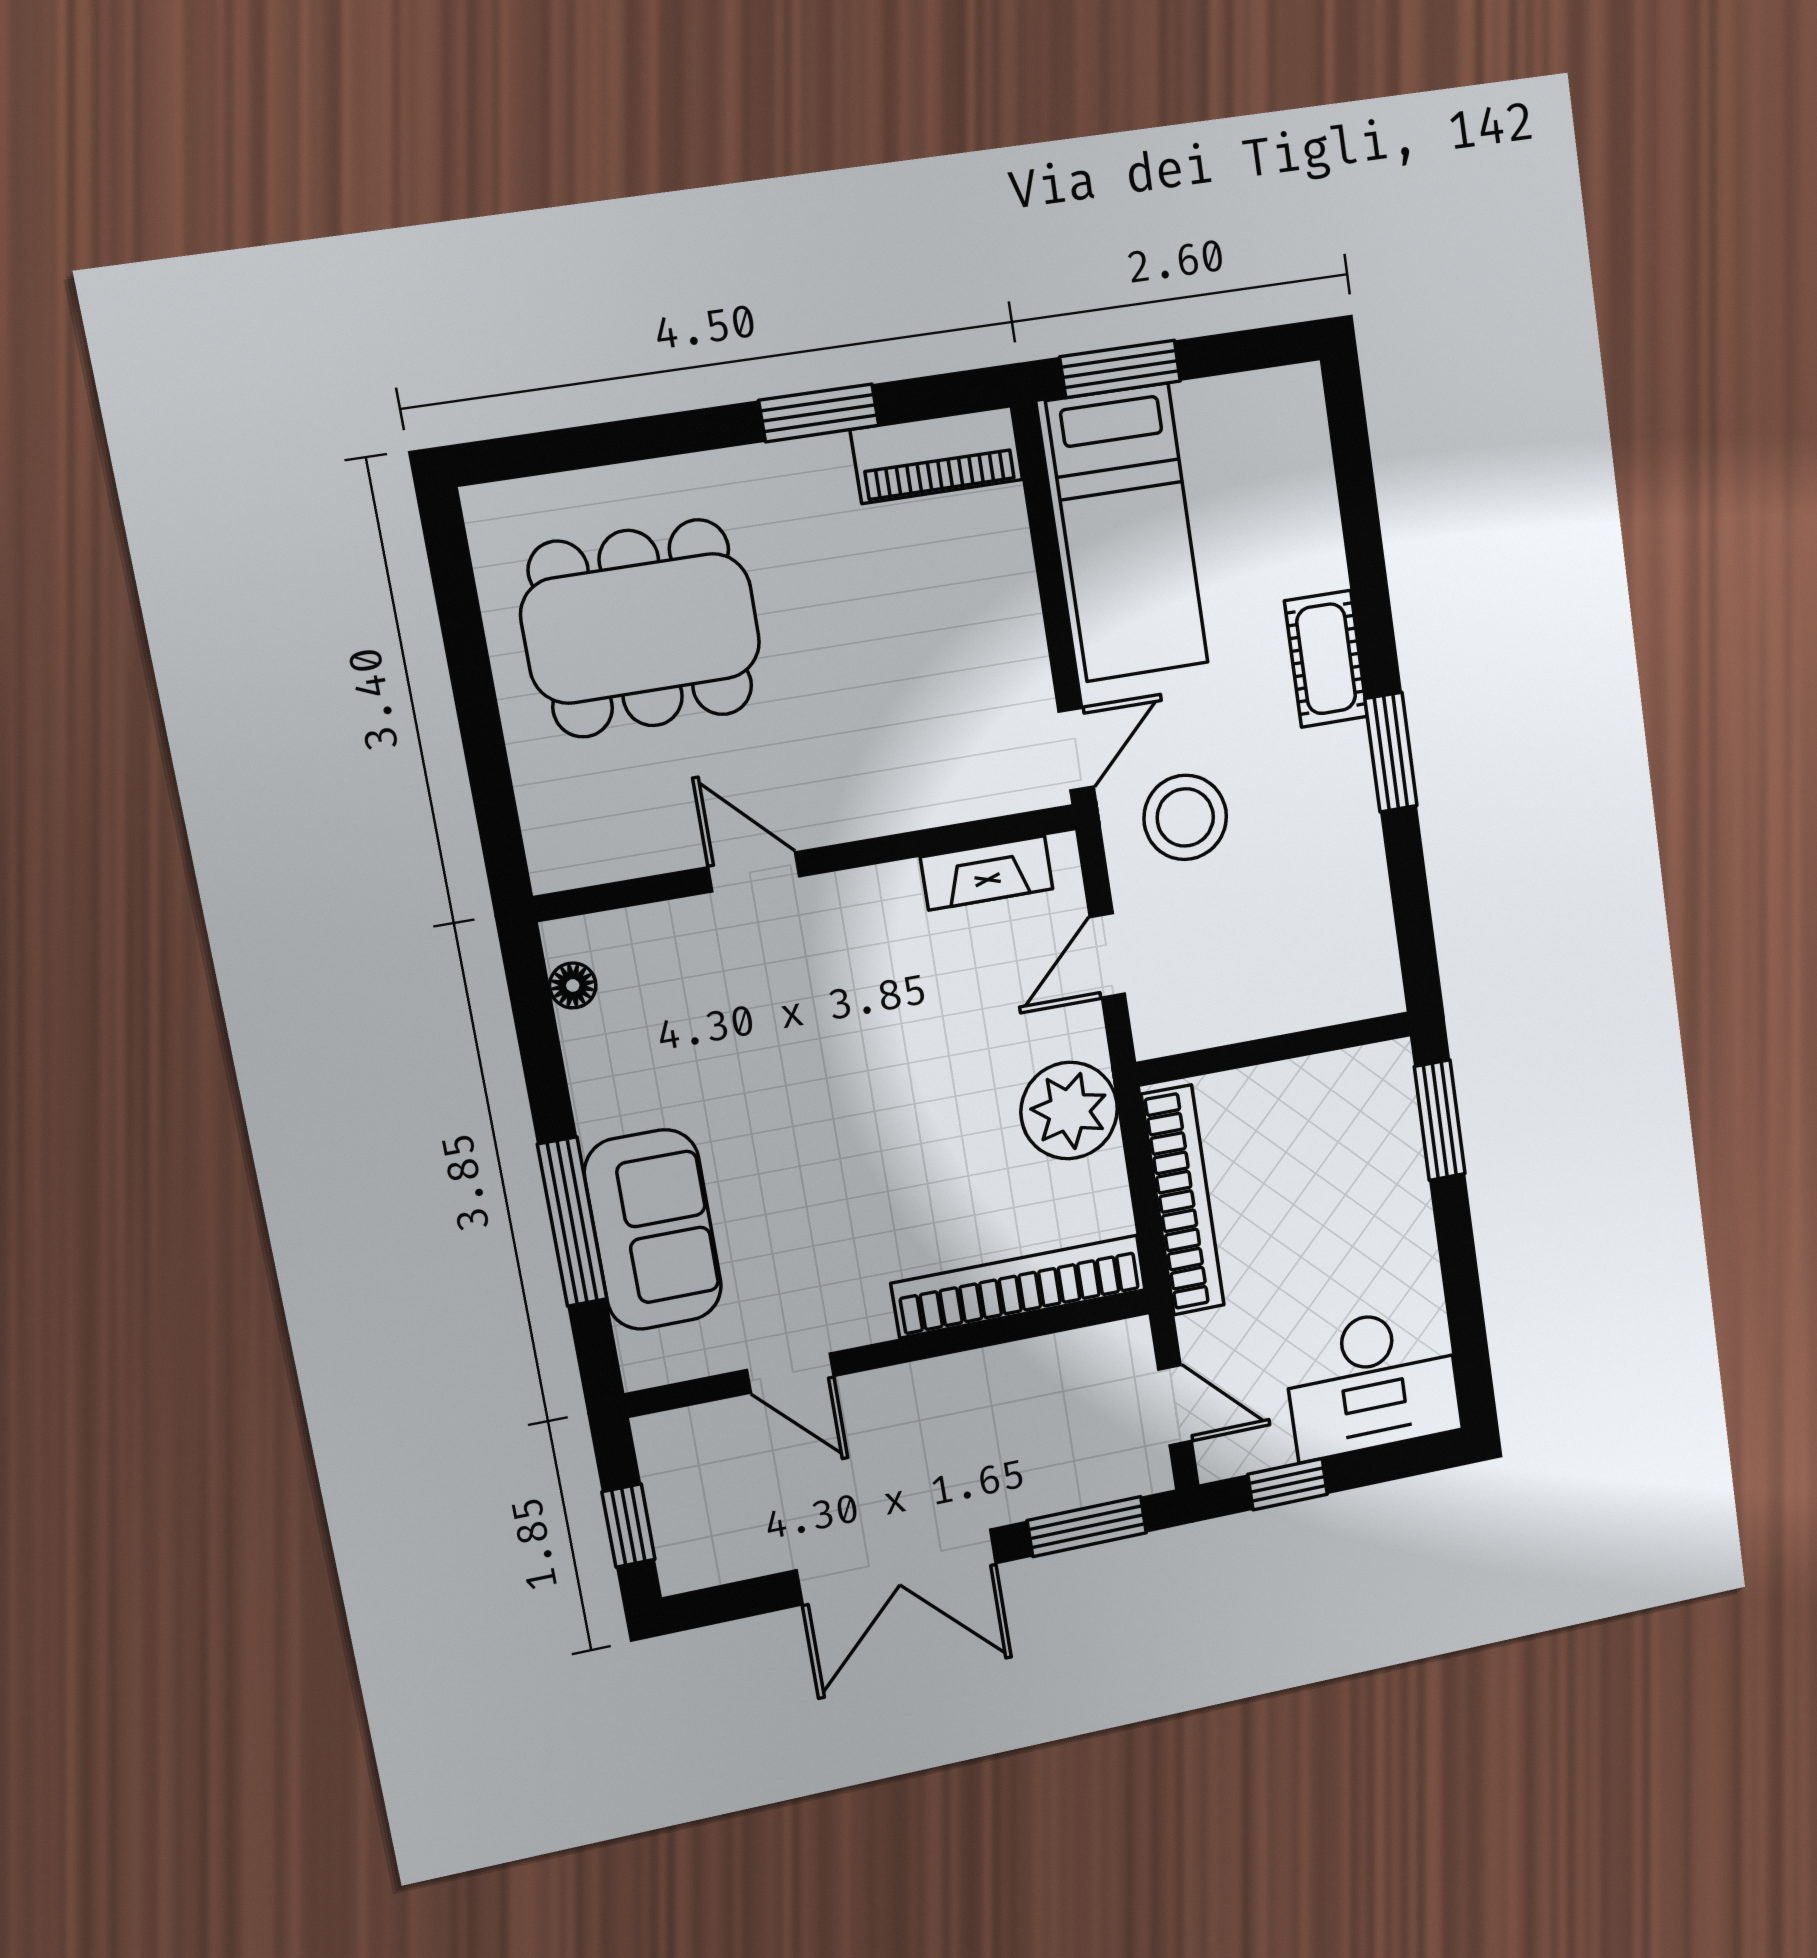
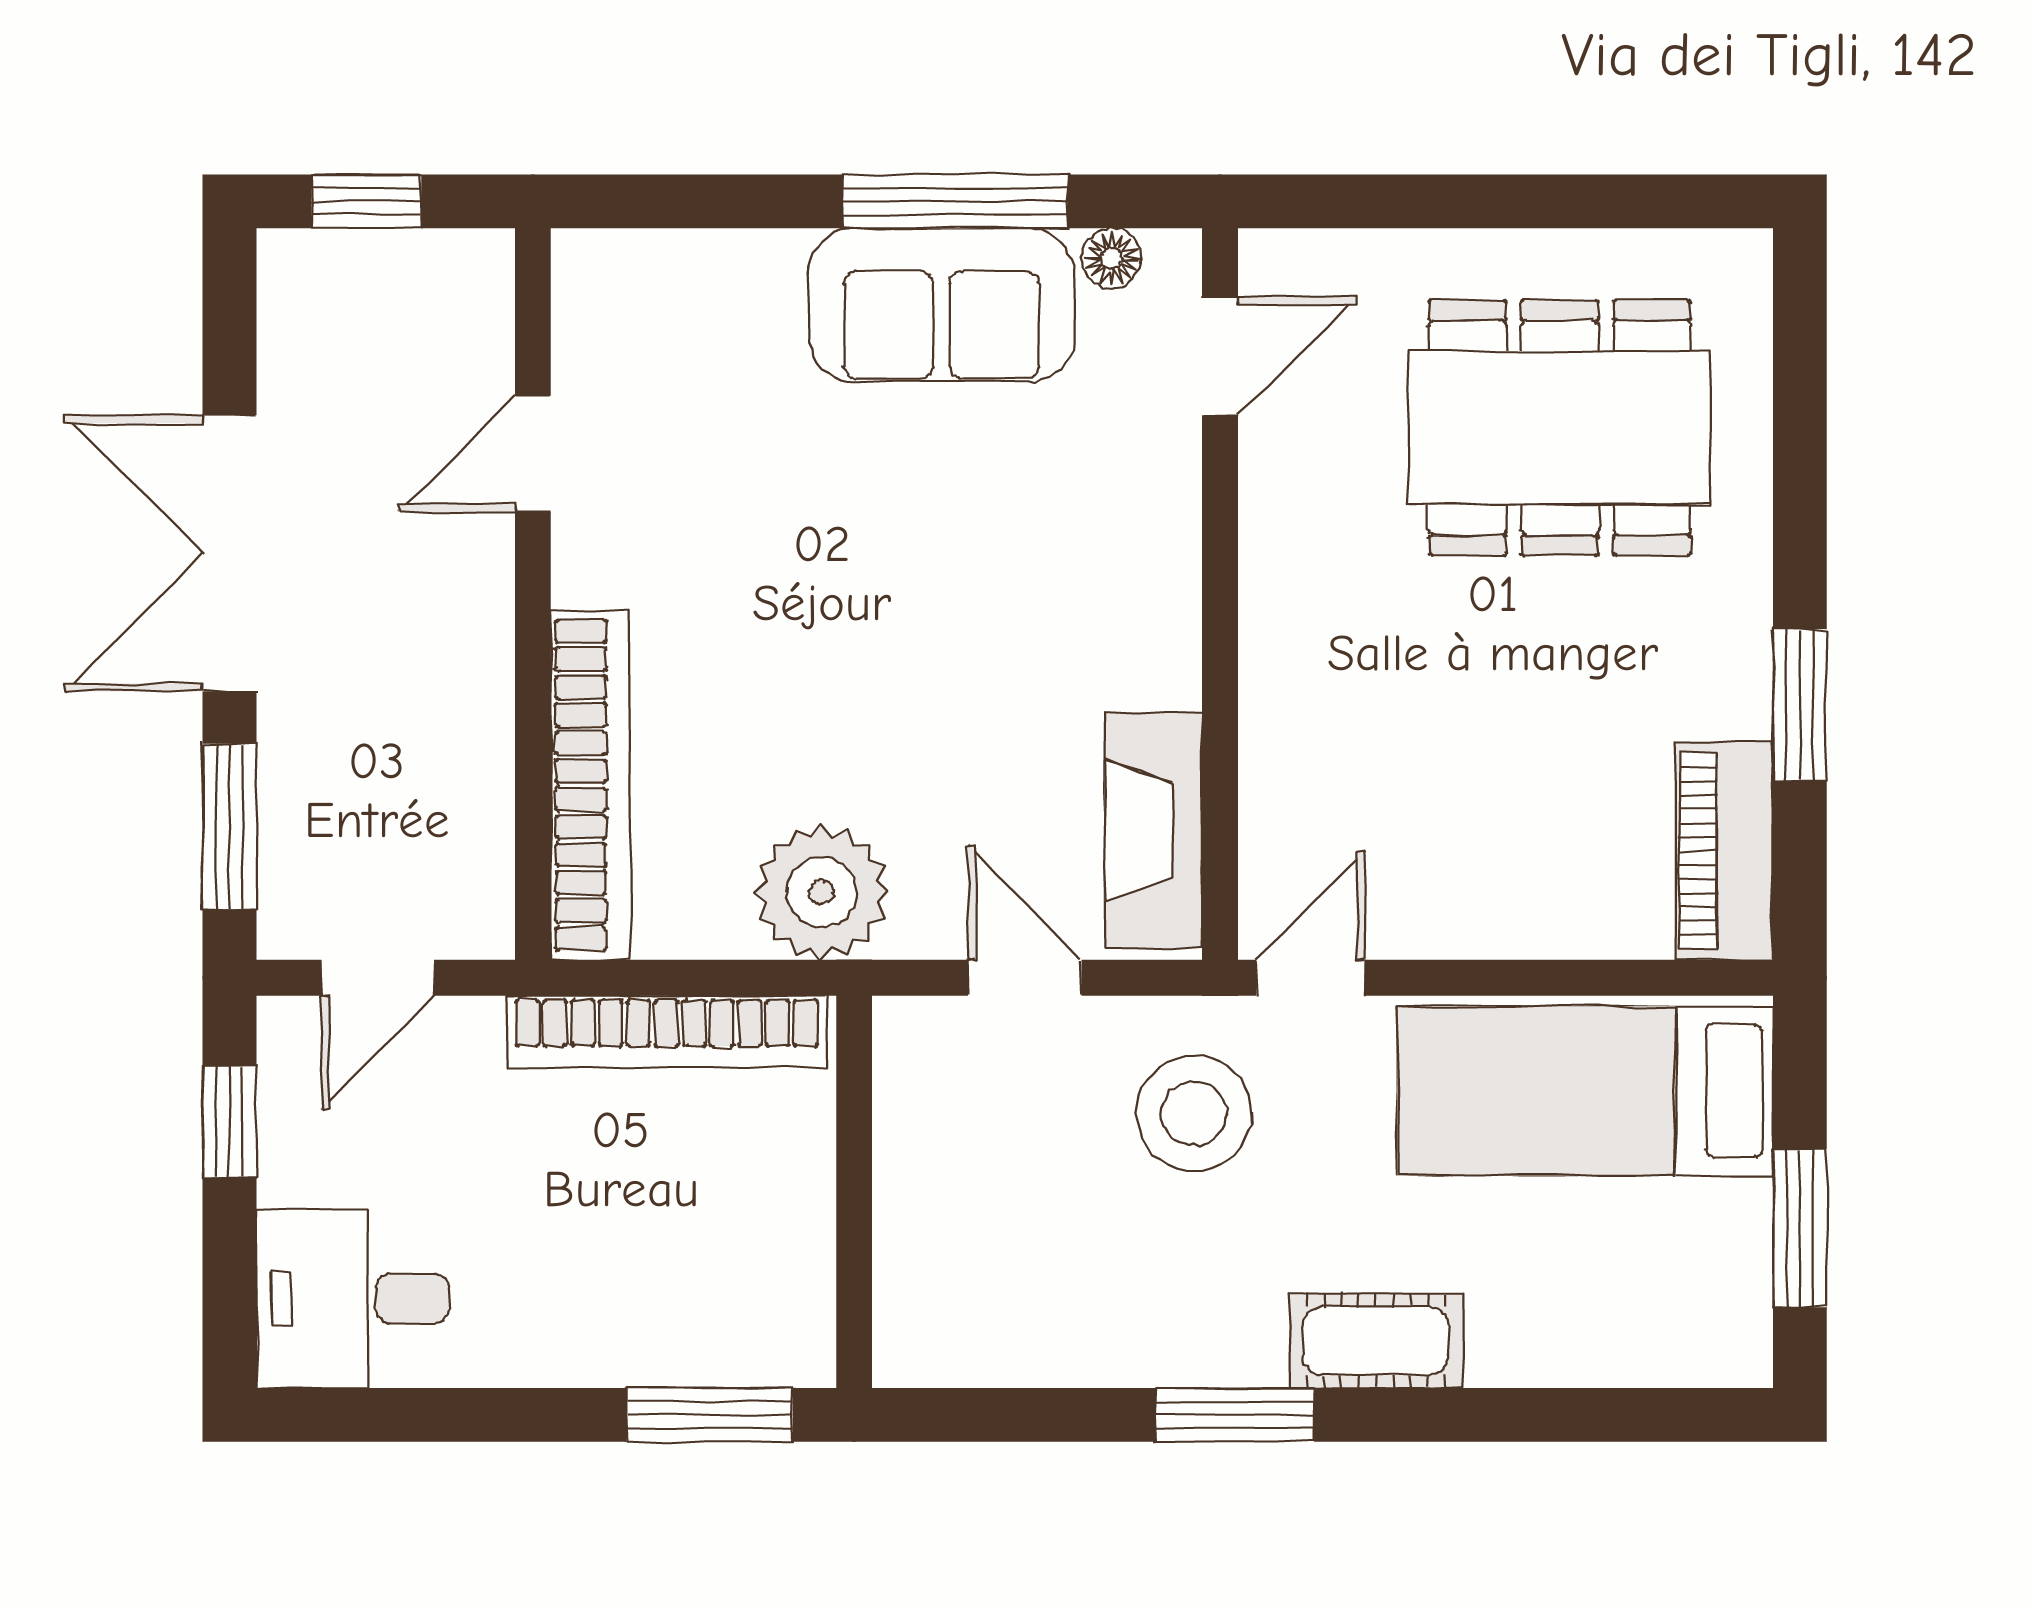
window: (1120, 369) -> (1800, 1228), moved
dining table: (641, 628) -> (1560, 428), turned 90
door: (1076, 749) -> (1310, 978), swing flipped
door: (754, 872) -> (1220, 356), moved
fireplace: (987, 873) -> (1154, 830), width x1.37, depth x1.32
window: (572, 1222) -> (955, 201), moved
sofa: (653, 1230) -> (941, 305), moved
desk: (1372, 1382) -> (353, 1299), width x0.73

